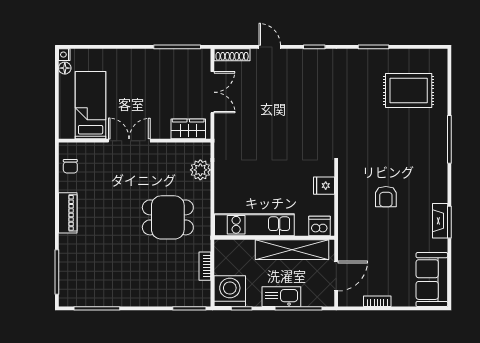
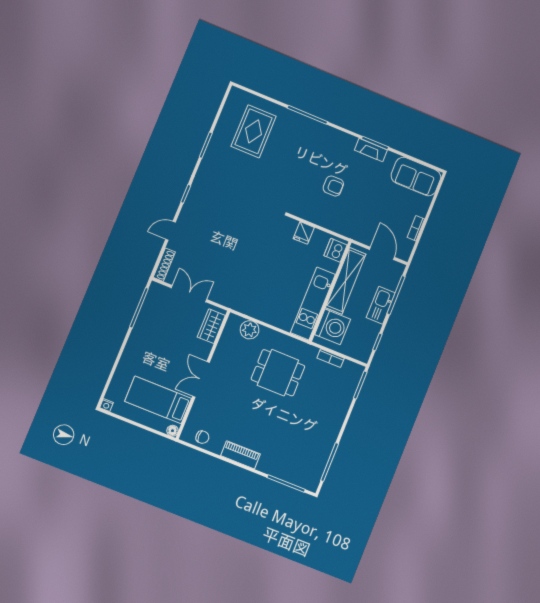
floor lamp: (65, 68) -> (172, 431), moved
dining table: (168, 217) -> (278, 373), turned 90
washing machine: (230, 291) -> (333, 327), moved, turned 180

